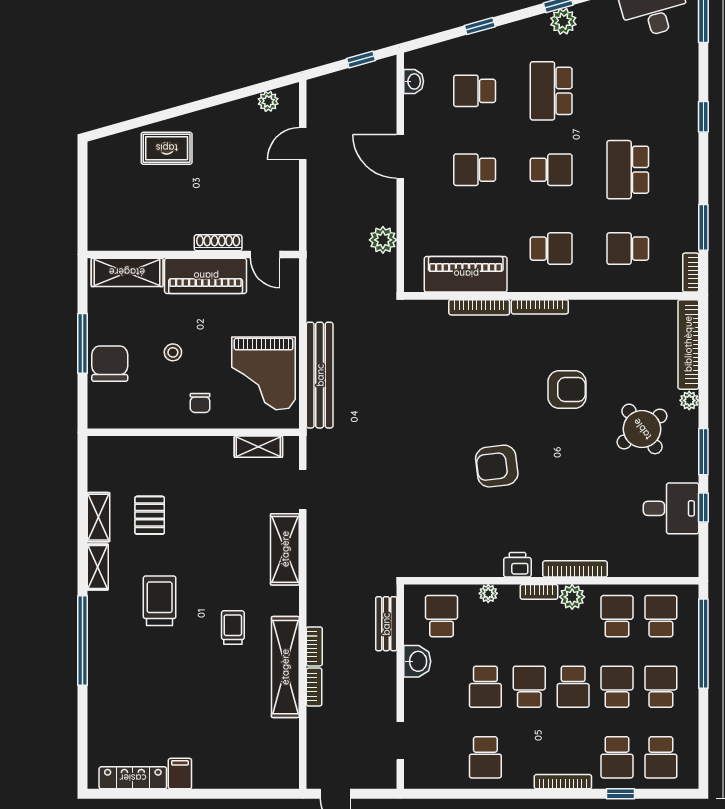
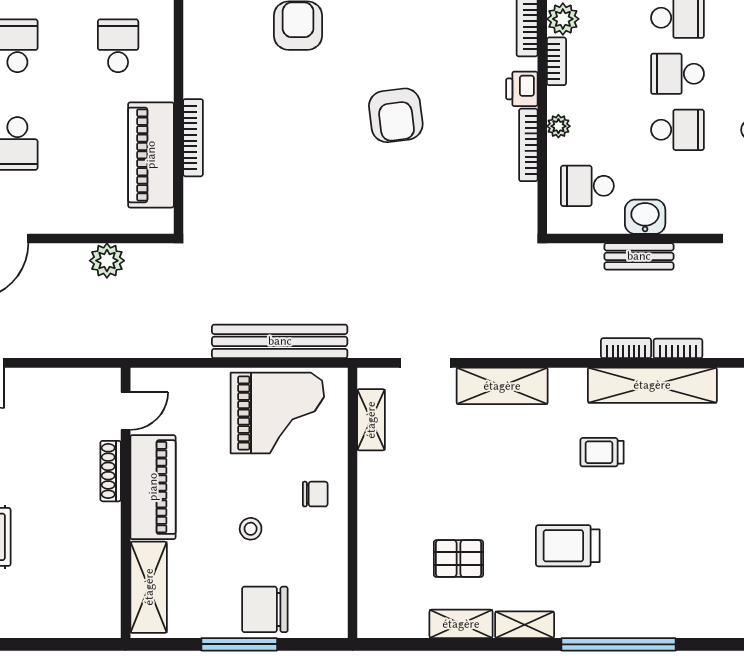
bookcase: (540, 307) -> (528, 145), moved, turned 180
bench: (386, 624) -> (639, 256), moved

